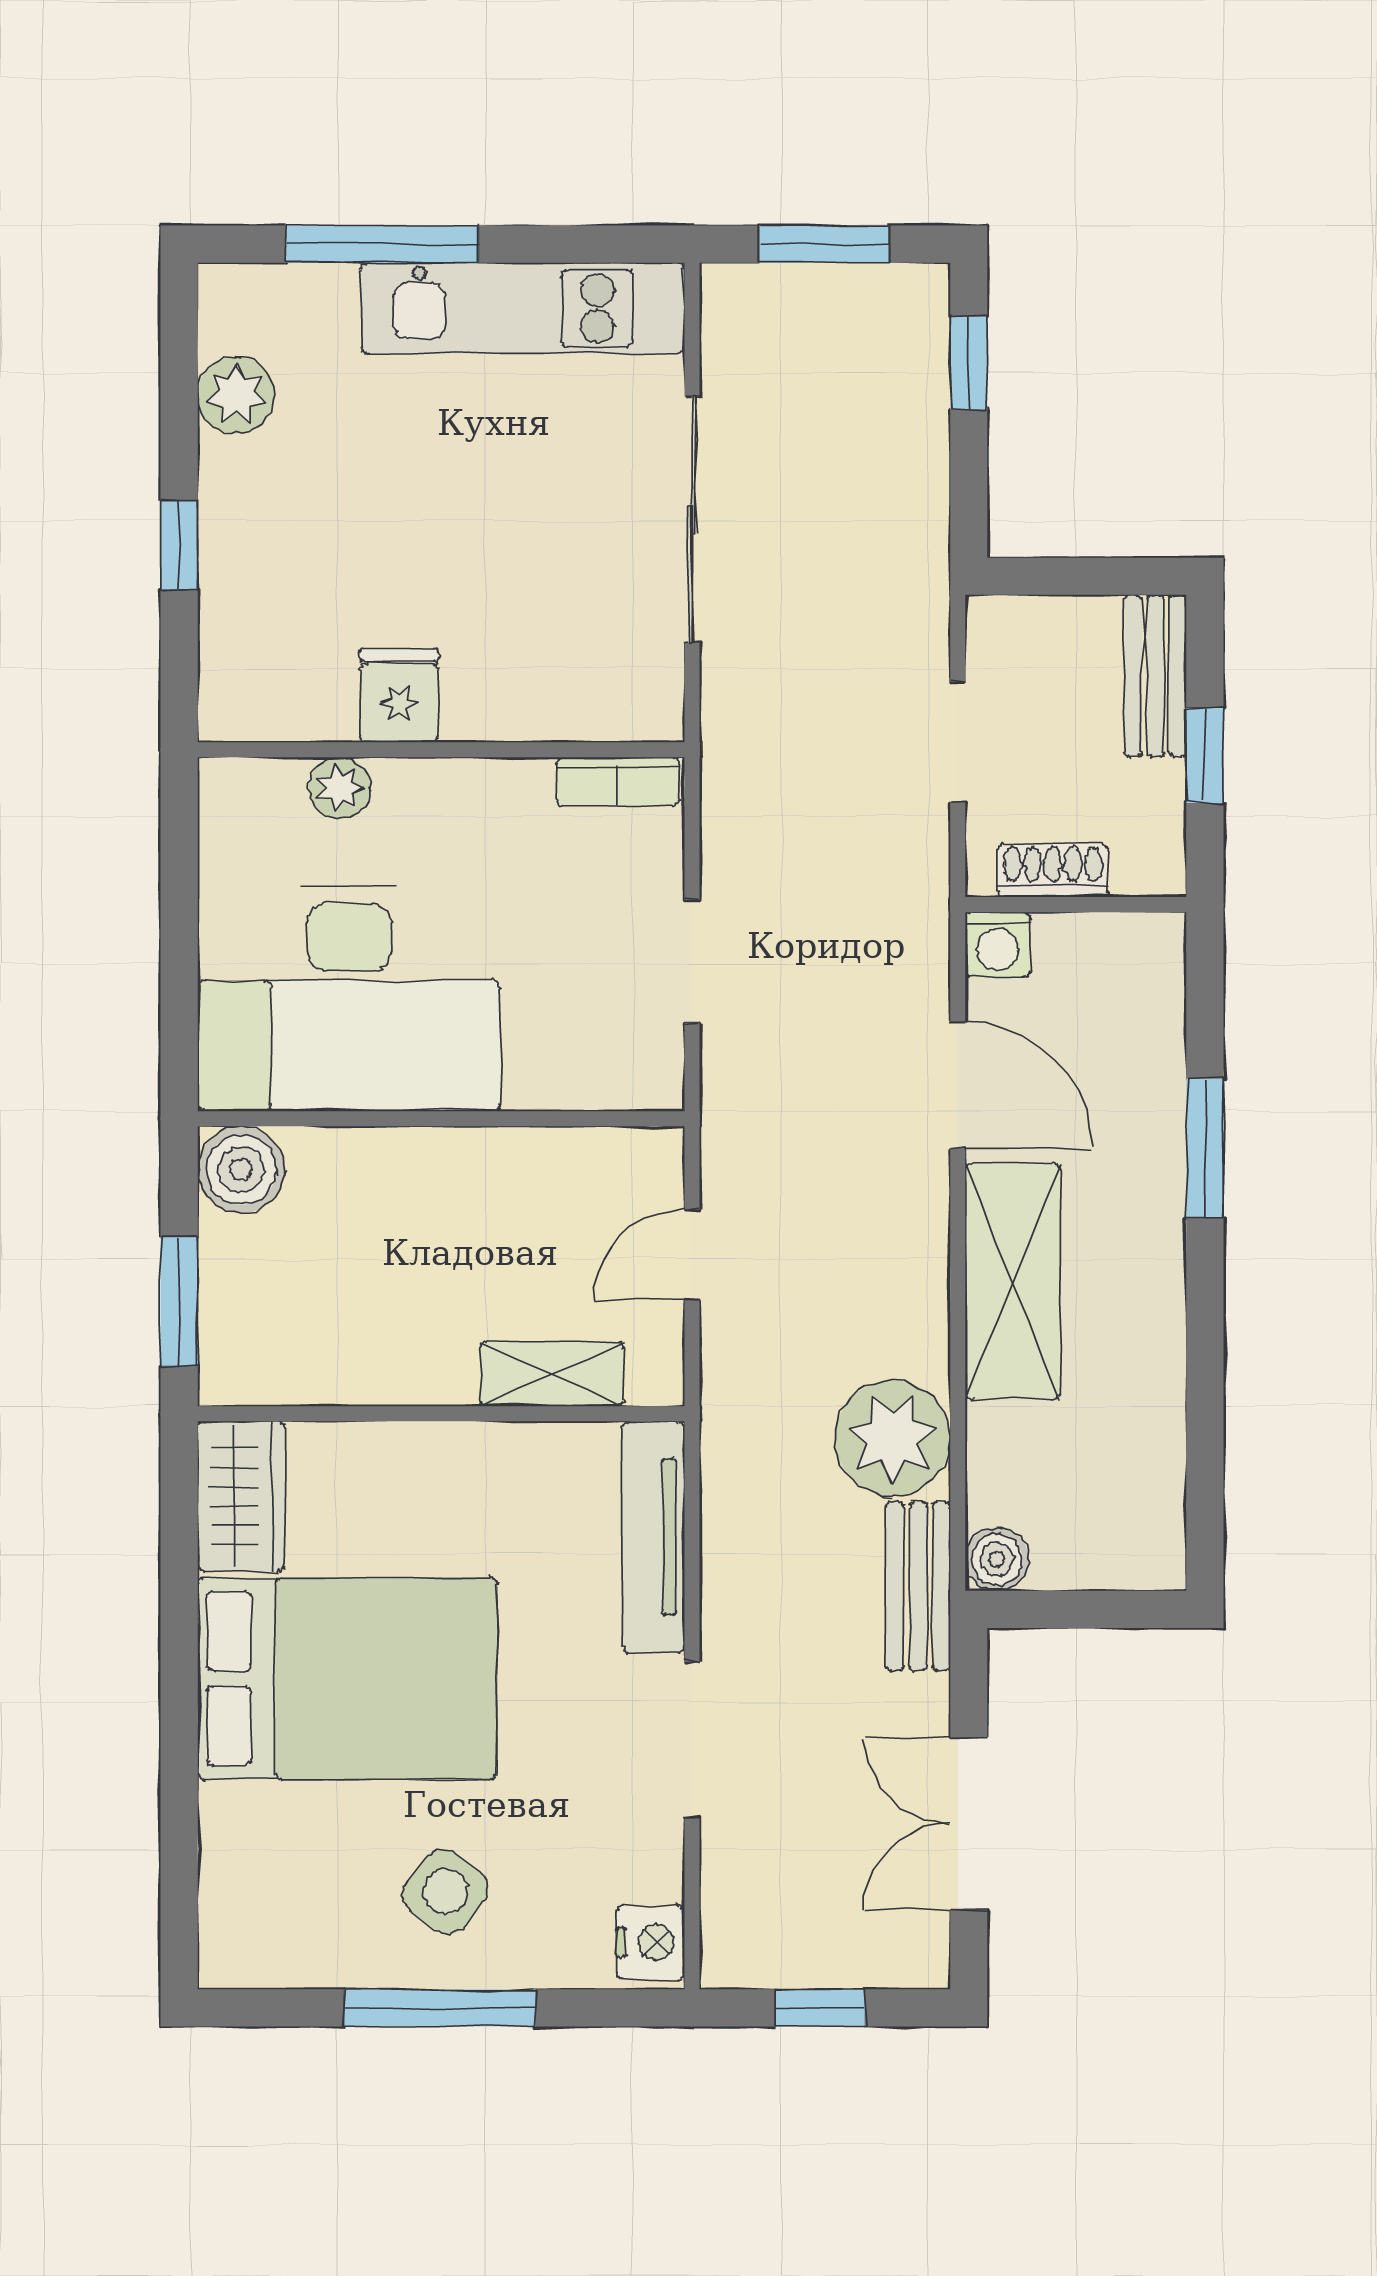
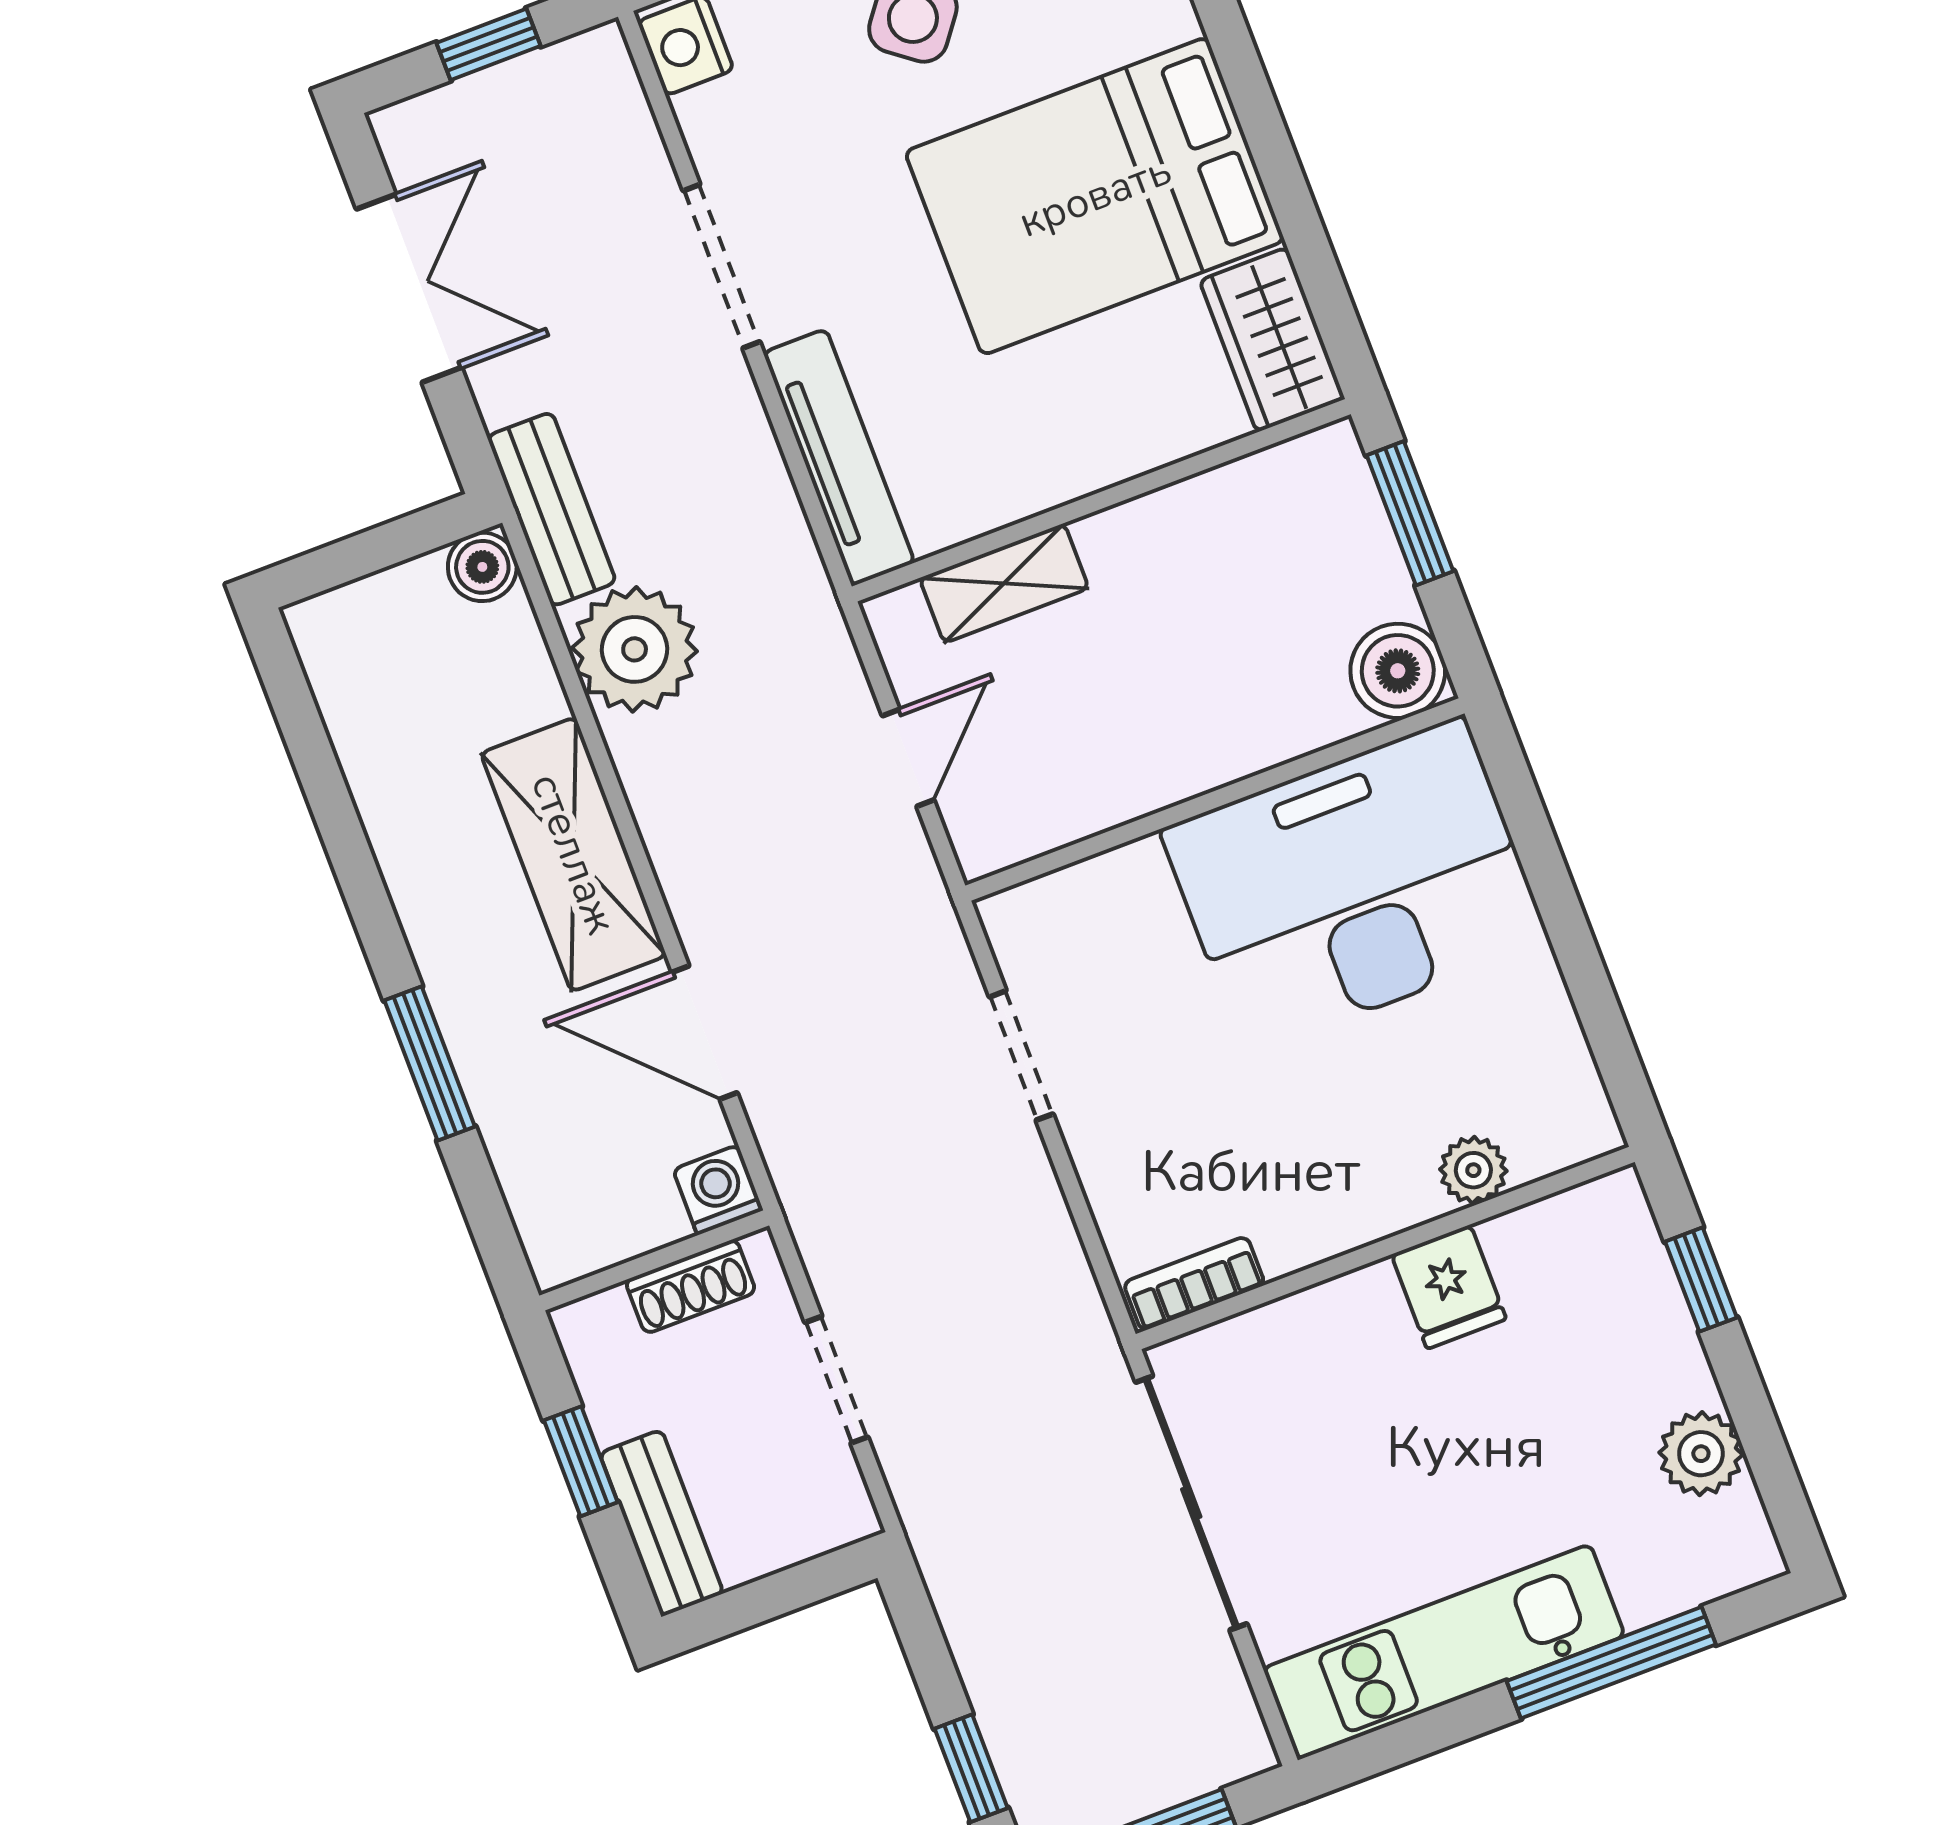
fridge: (399, 695) -> (1449, 1287), moved
wall: (441, 750) -> (1385, 1248), moved
bookcase: (618, 782) -> (1194, 1284), moved
plant: (340, 788) -> (1473, 1170), moved

